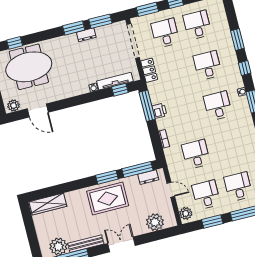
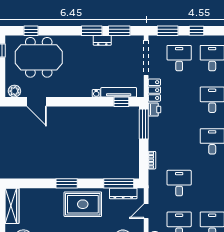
printer: (159, 111) -> (154, 110), moved
window: (107, 177) -> (67, 183), moved
dresser: (148, 177) -> (123, 193), width x1.44
door: (171, 190) -> (146, 211), swing flipped
wardrobe: (48, 204) -> (12, 206), moved, turned -90

